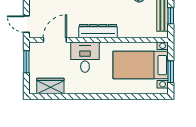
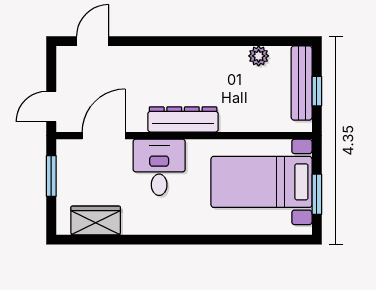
door: (26, 24) -> (51, 106), hinge flipped

